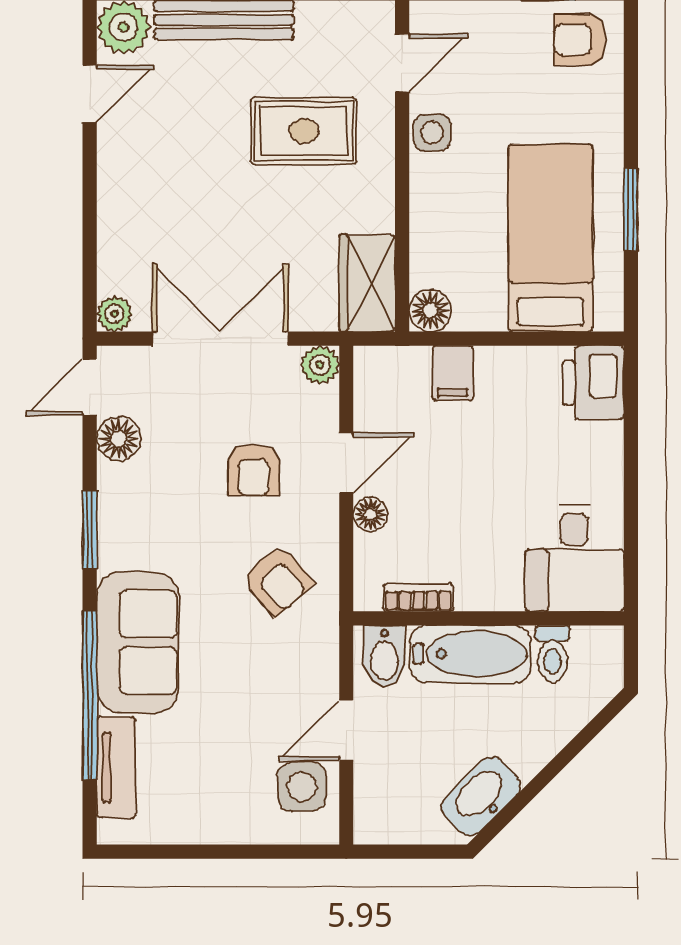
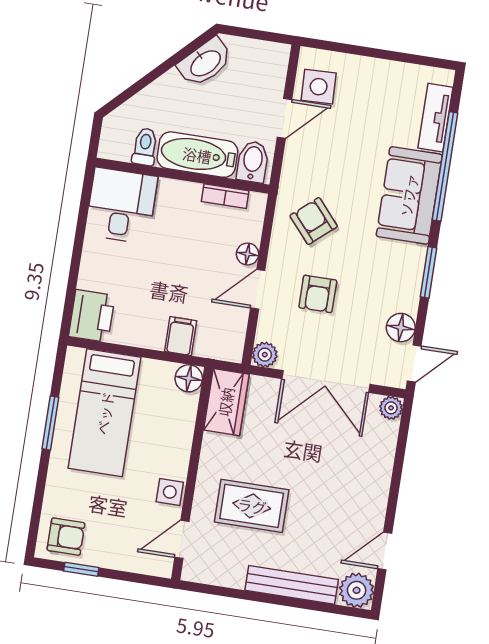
armchair: (253, 470) -> (318, 294), turned 180

